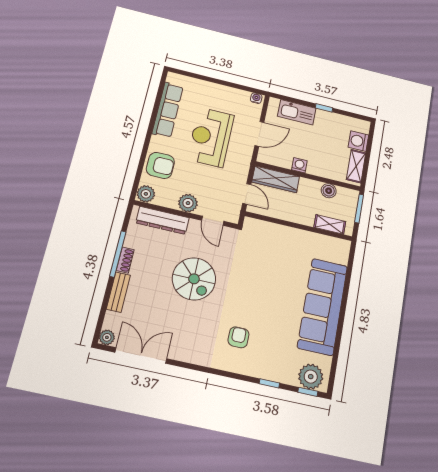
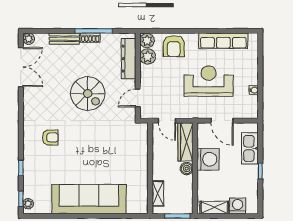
water cooler: (256, 98) -> (254, 90), moved
washing machine: (299, 165) -> (208, 159), width x1.89, depth x1.89
boiler: (329, 191) -> (187, 169), moved
door: (247, 194) -> (167, 121), hinge flipped
plant: (188, 203) -> (148, 57), moved
spiral stairs: (194, 279) -> (88, 94), turned -90
plant: (311, 377) -> (28, 204), width x0.53, depth x0.53

